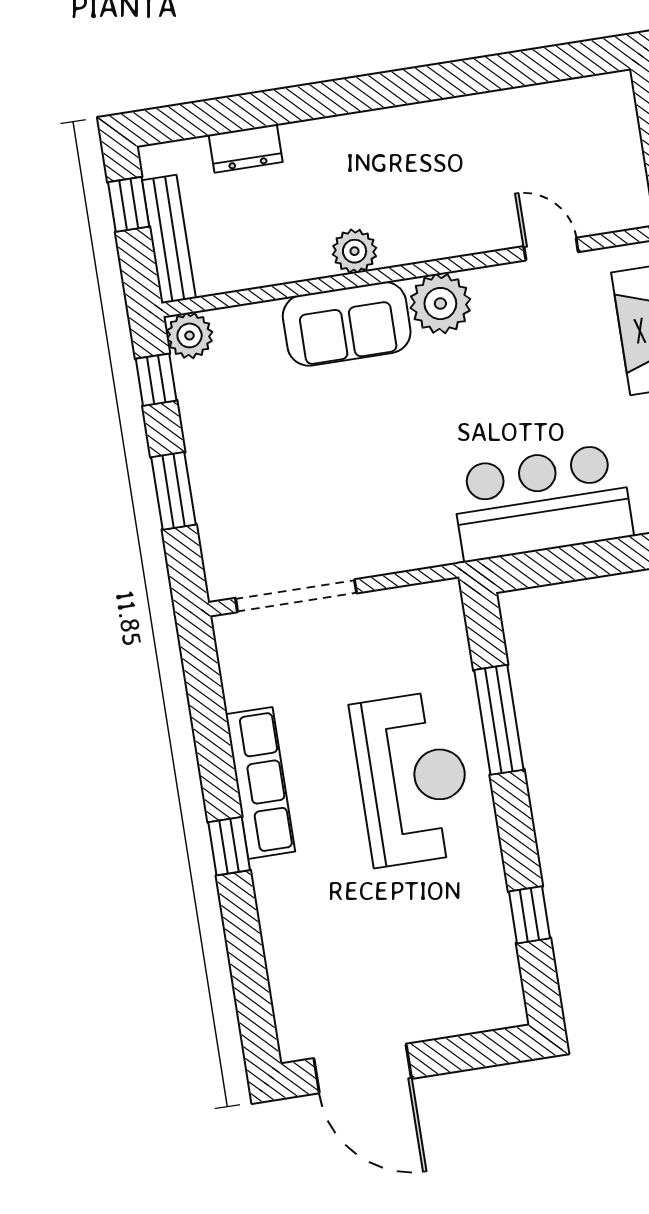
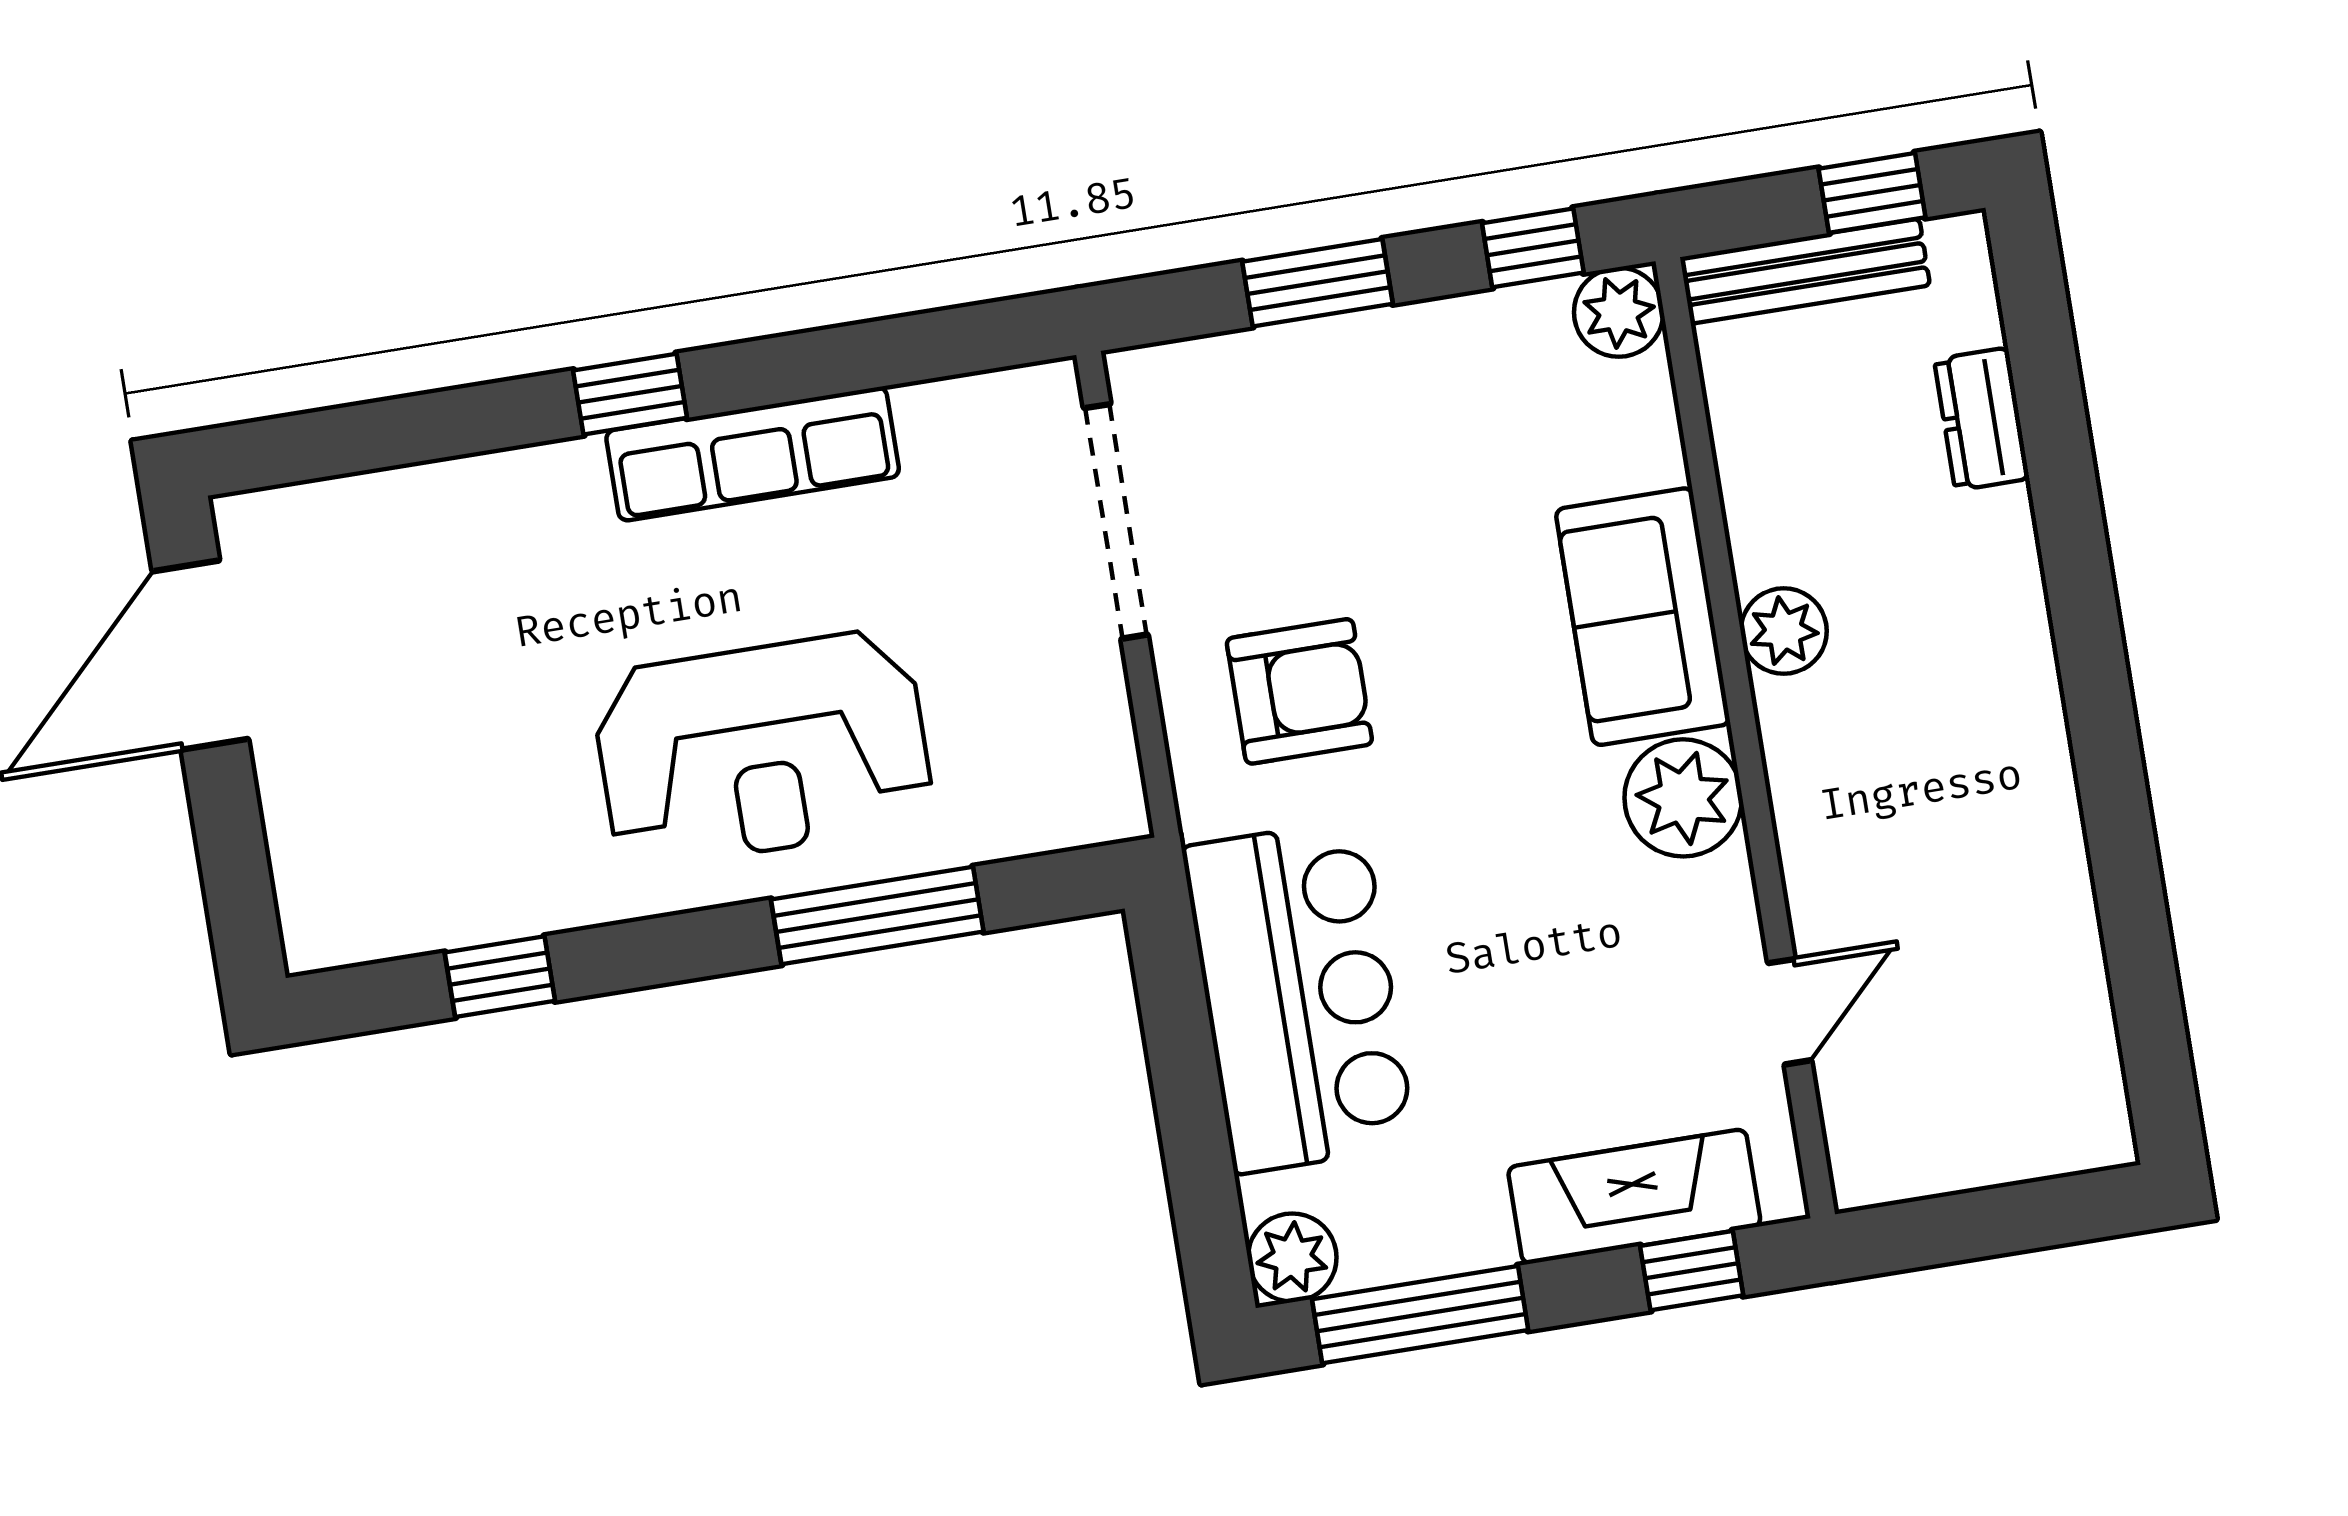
armchair: (384, 501) -> (1299, 691), added

